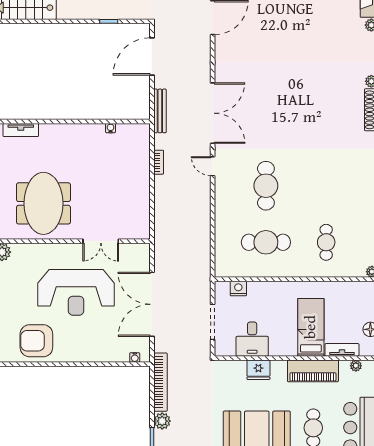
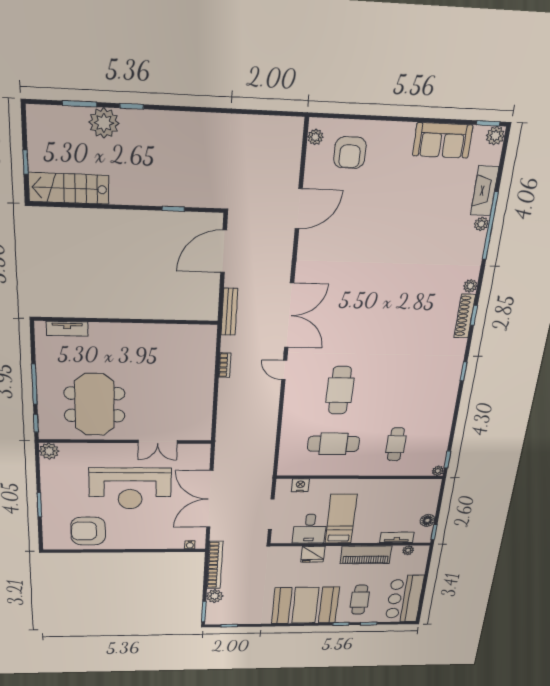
water cooler: (110, 128) -> (172, 329), removed
bed: (311, 327) -> (341, 519), moved

